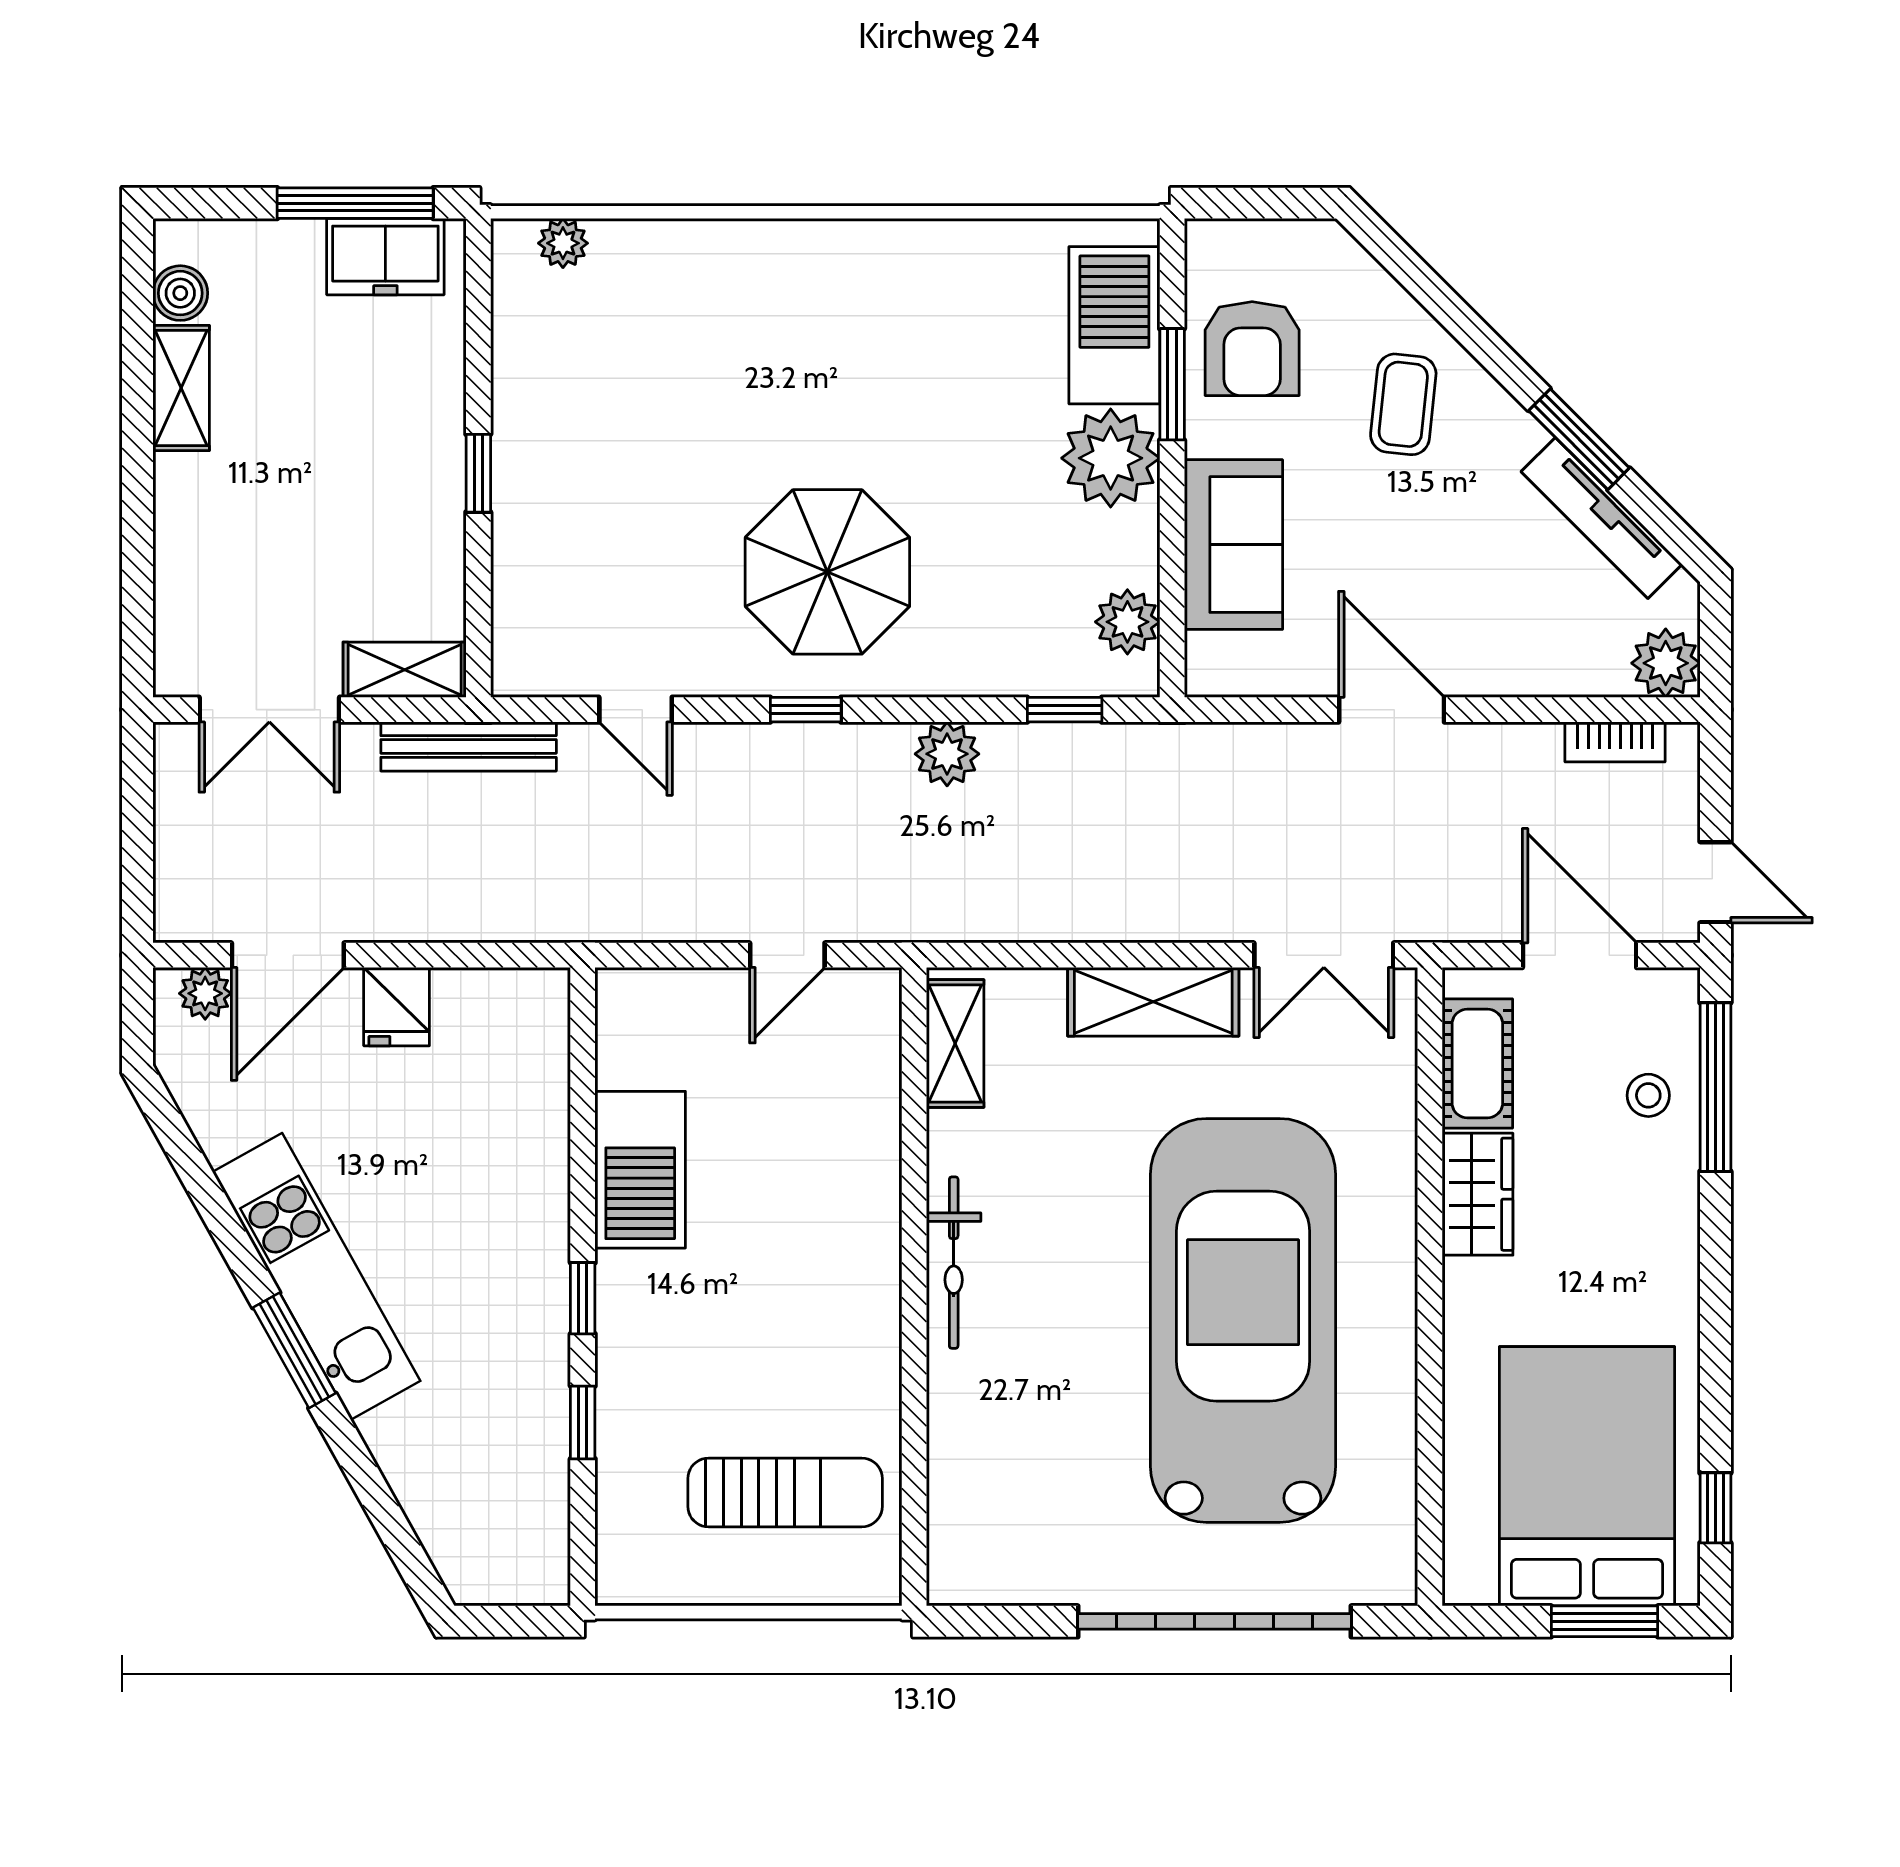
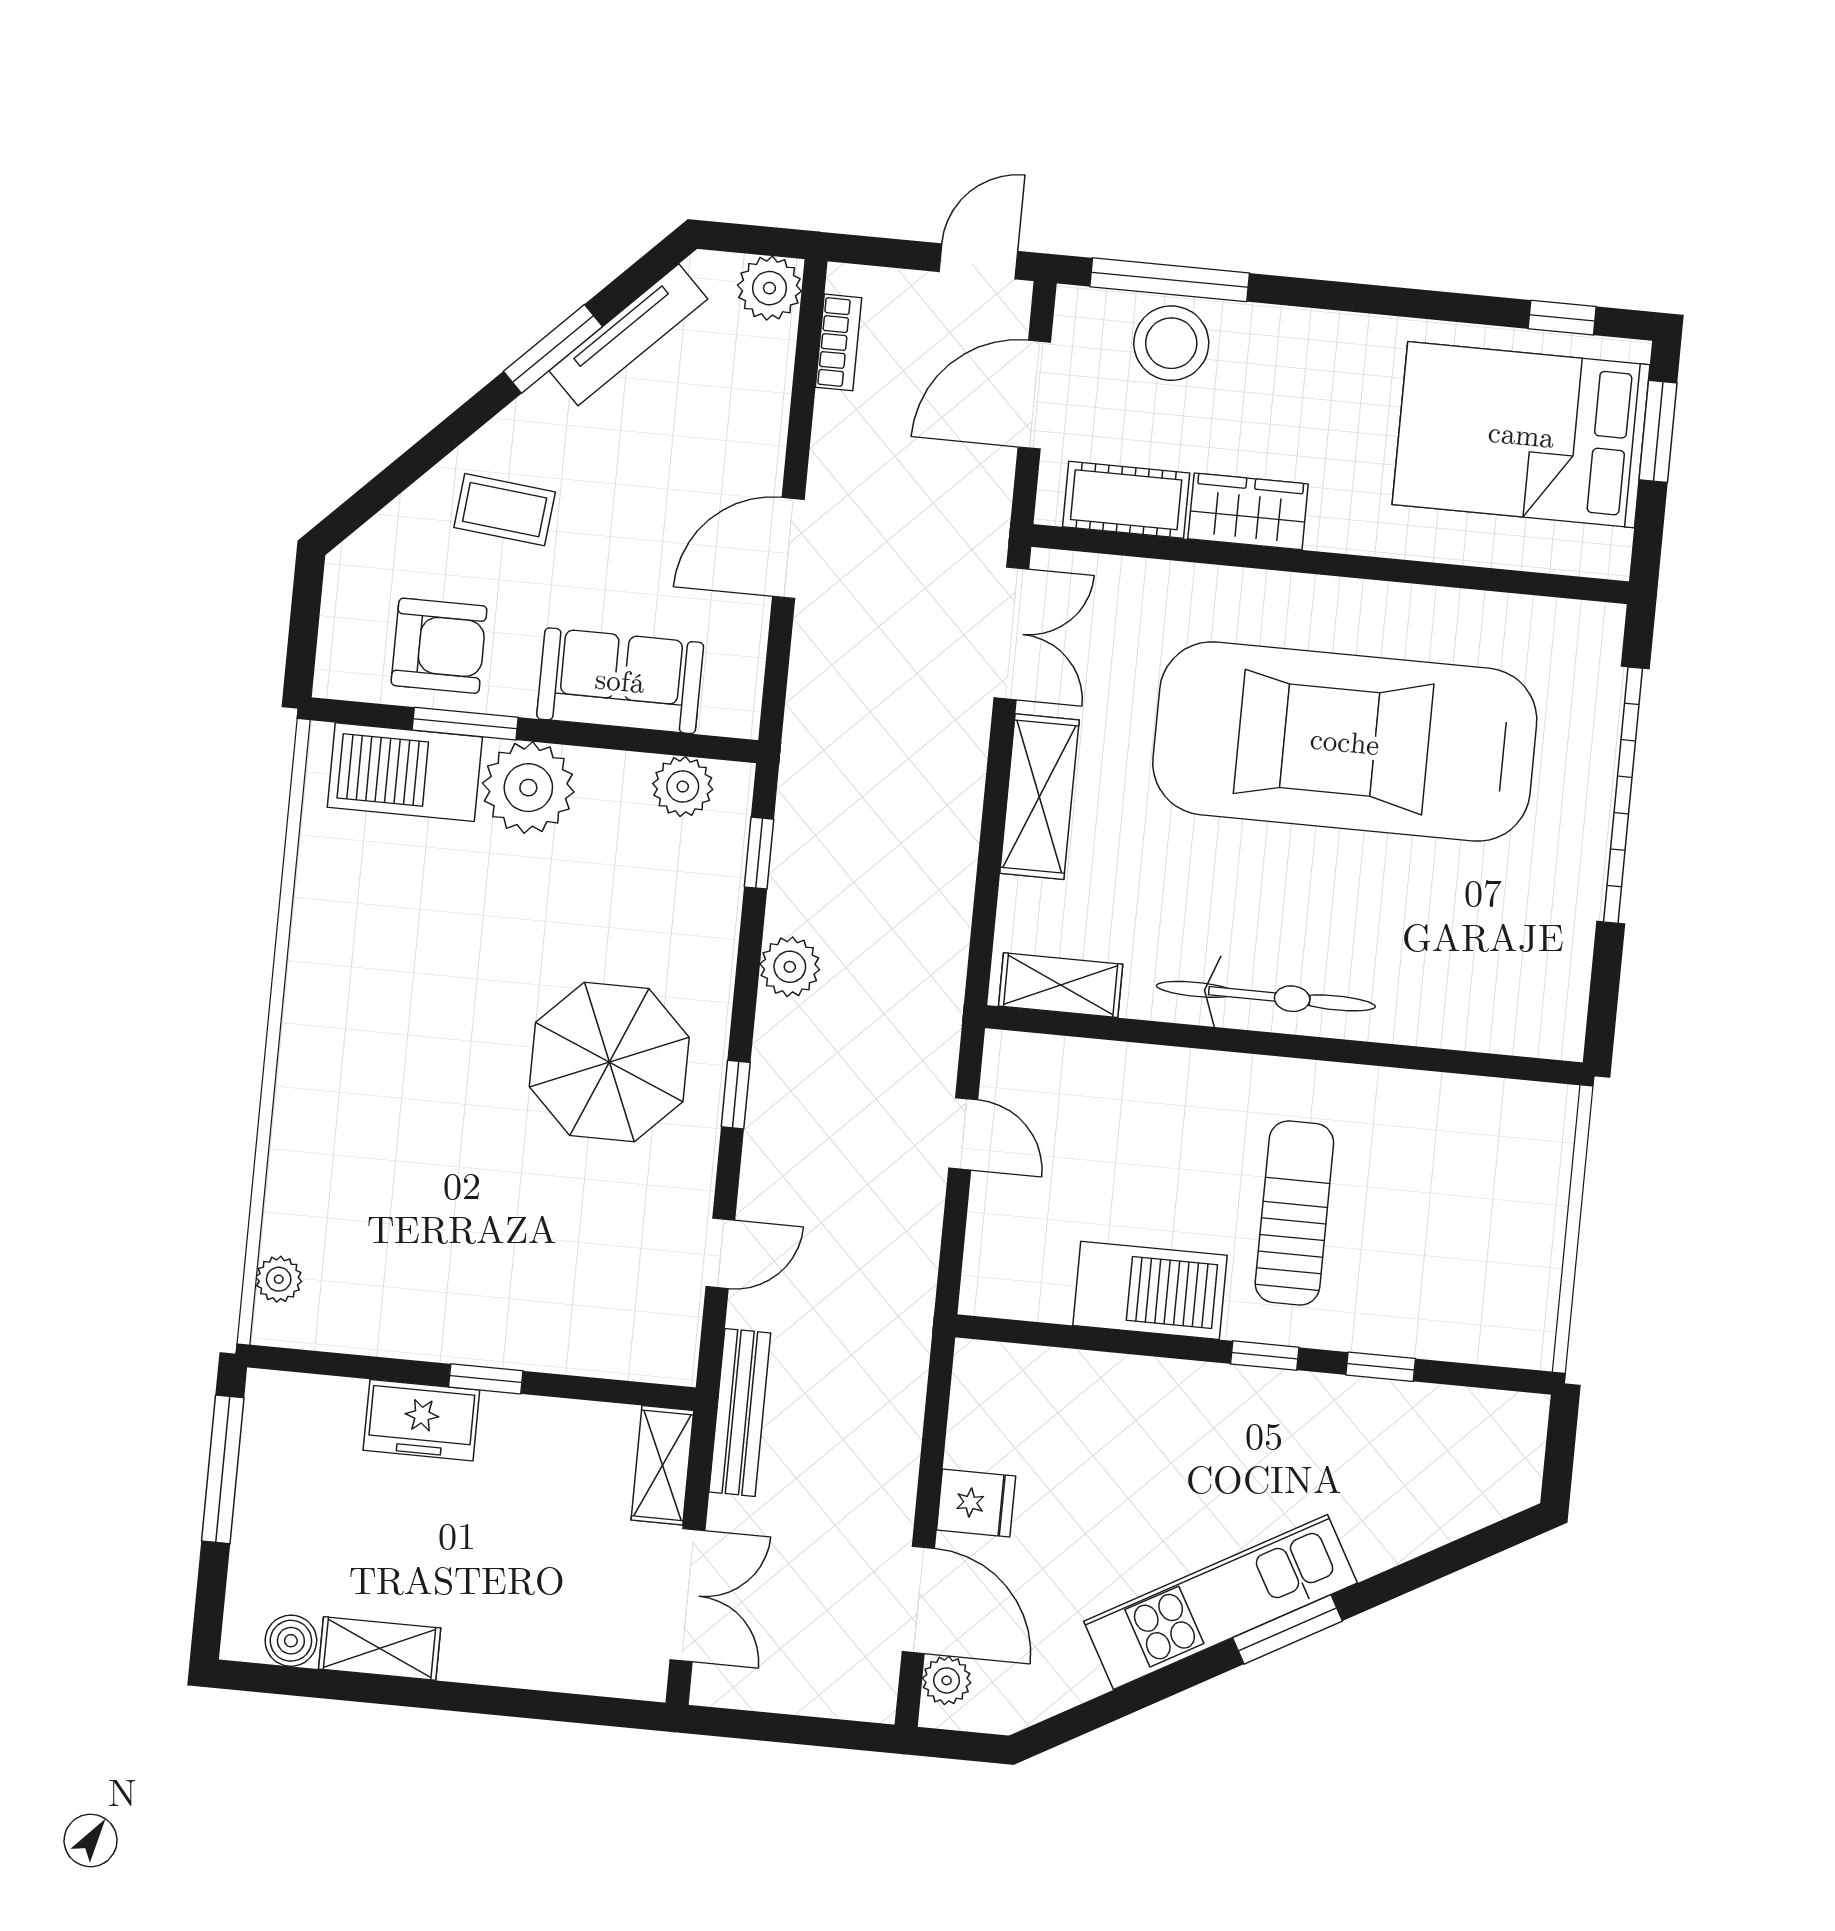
freezer: (385, 257) -> (421, 1420), moved, turned 90
stool: (1648, 1095) -> (1171, 343), width x1.89, depth x1.89
bicycle: (954, 1263) -> (1266, 996), width x1.37, depth x1.40
sun lounger: (785, 1492) -> (1294, 1213), moved

